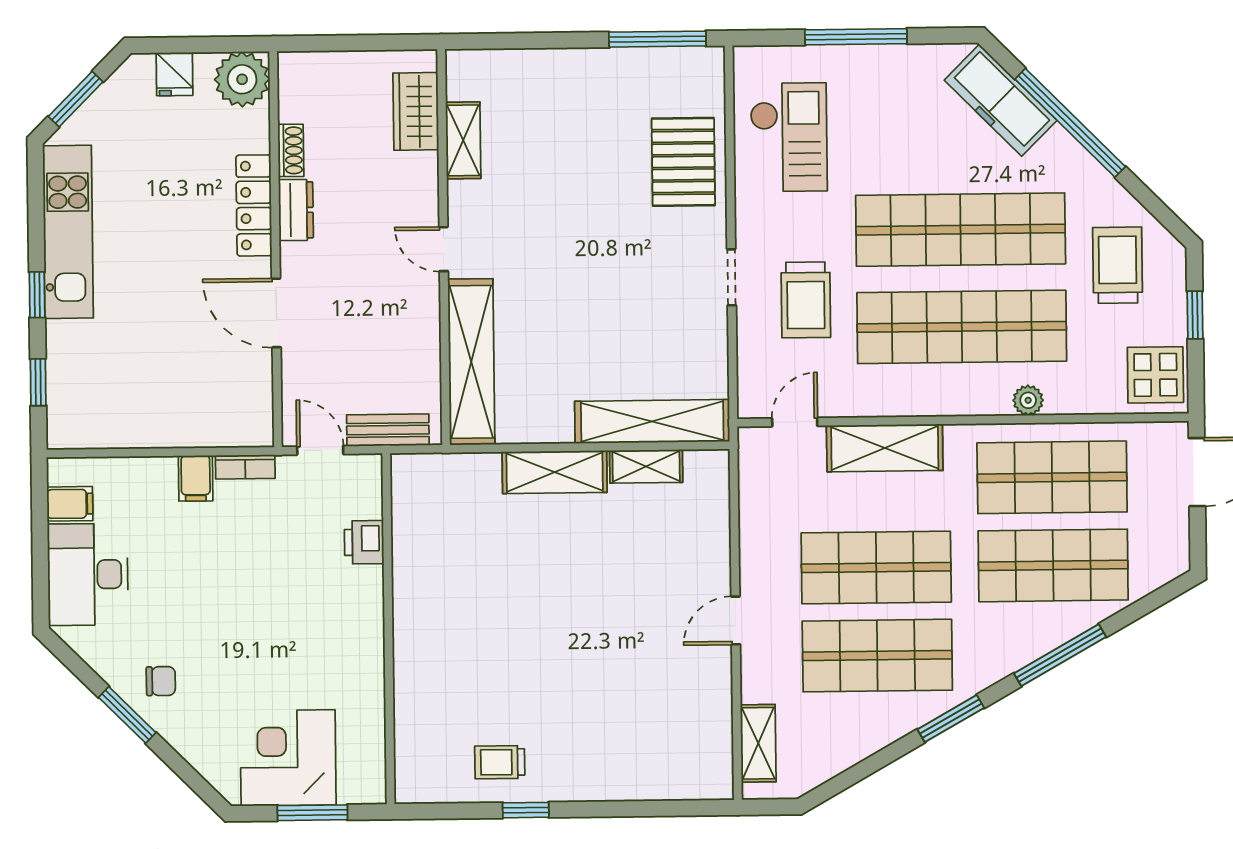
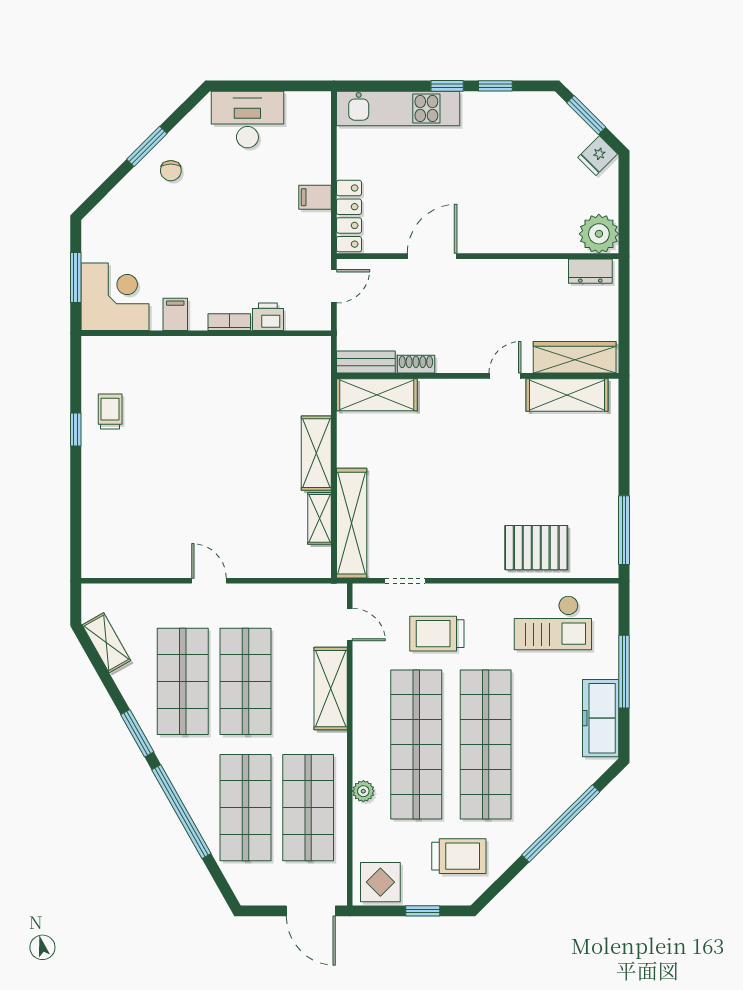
fridge: (174, 74) -> (598, 156), moved, turned -45
freezer: (1001, 100) -> (601, 718), moved, turned -45
wardrobe: (416, 111) -> (575, 357), width x1.50
shelving: (463, 140) -> (567, 395), width x1.50, depth x1.33
shoe rack: (291, 150) -> (416, 364), moved, turned 180
locker: (254, 205) -> (349, 216), moved, turned 90
dresser: (296, 210) -> (590, 271), moved
kitchen unit: (68, 232) -> (398, 108), moved
door: (444, 249) -> (505, 376), moved
doorway: (731, 277) -> (405, 581), moved
shelving: (471, 362) -> (377, 395), width x0.68
window: (38, 382) -> (495, 86), moved
bench: (388, 430) -> (366, 362), moved, turned 90
bookcase: (245, 467) -> (229, 322), moved, turned 90
filing cabinet: (70, 504) -> (175, 314), moved, turned 180
window: (1060, 655) -> (181, 812), width x1.46
shelving: (758, 743) -> (106, 643), moved, turned 61
corner desk: (288, 758) -> (115, 297), moved

